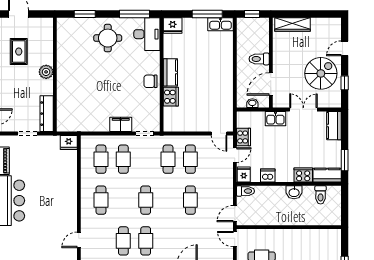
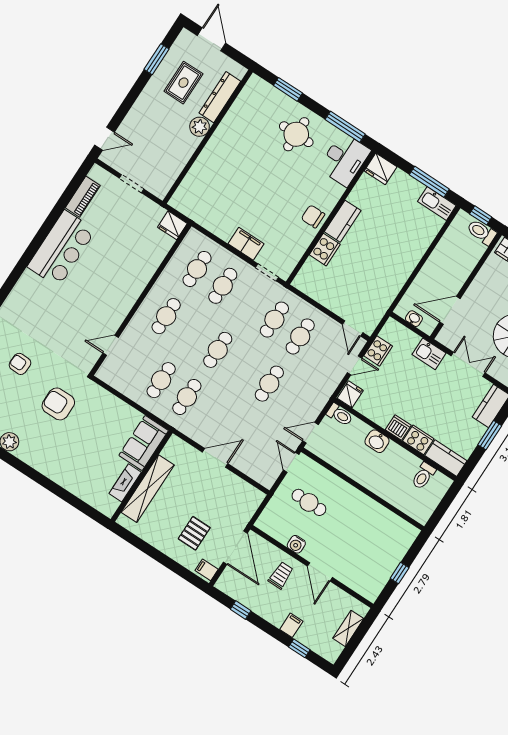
toilet: (259, 59) -> (482, 232), moved
dresser: (47, 114) -> (220, 97), moved
window: (345, 160) -> (490, 435), moved
dishwasher: (268, 175) -> (398, 427), moved
washbasin: (294, 192) -> (377, 441), moved

